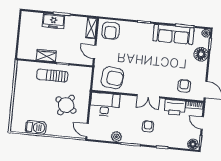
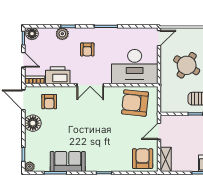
sofa: (173, 34) -> (68, 161), width x0.73
door: (95, 52) -> (159, 131), swing flipped
floor lamp: (201, 54) -> (33, 123), moved
double door: (148, 96) -> (90, 85), swing flipped
desk: (105, 104) -> (135, 67), width x1.36, depth x1.30
door: (87, 130) -> (159, 38), hinge flipped
plant: (116, 137) -> (62, 34), moved

